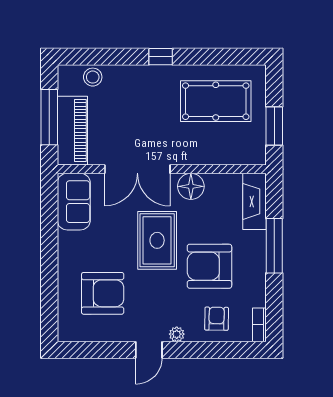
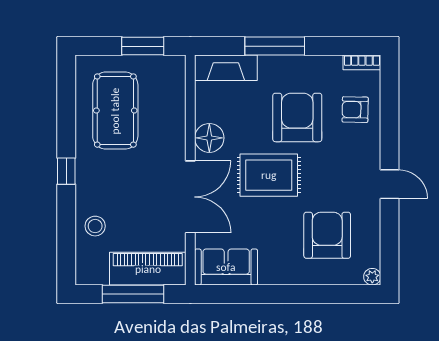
stool: (93, 77) -> (95, 226), moved
armchair: (209, 266) -> (297, 117), turned 180
plant: (177, 334) -> (372, 277), moved

